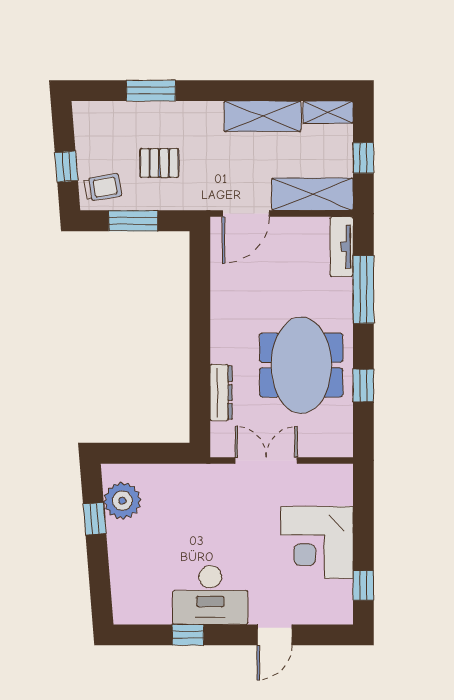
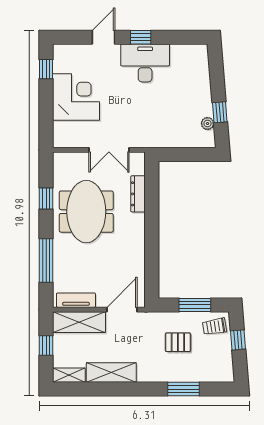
tv unit: (342, 247) -> (76, 300), moved, turned -90
plant: (122, 501) -> (208, 124), width x0.53, depth x0.53
window: (188, 635) -> (141, 37), moved

